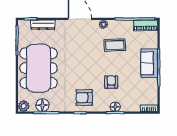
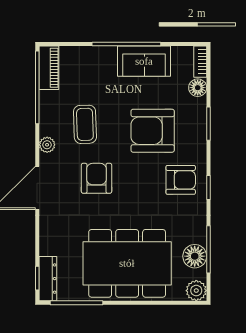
dresser: (43, 25) -> (48, 279), moved
armchair: (85, 51) -> (96, 178), added
sofa: (149, 63) -> (144, 61), moved
armchair: (111, 82) -> (153, 131), width x1.88, depth x1.88
armchair: (84, 97) -> (181, 180), turned -90
floor lamp: (115, 107) -> (198, 88), moved

